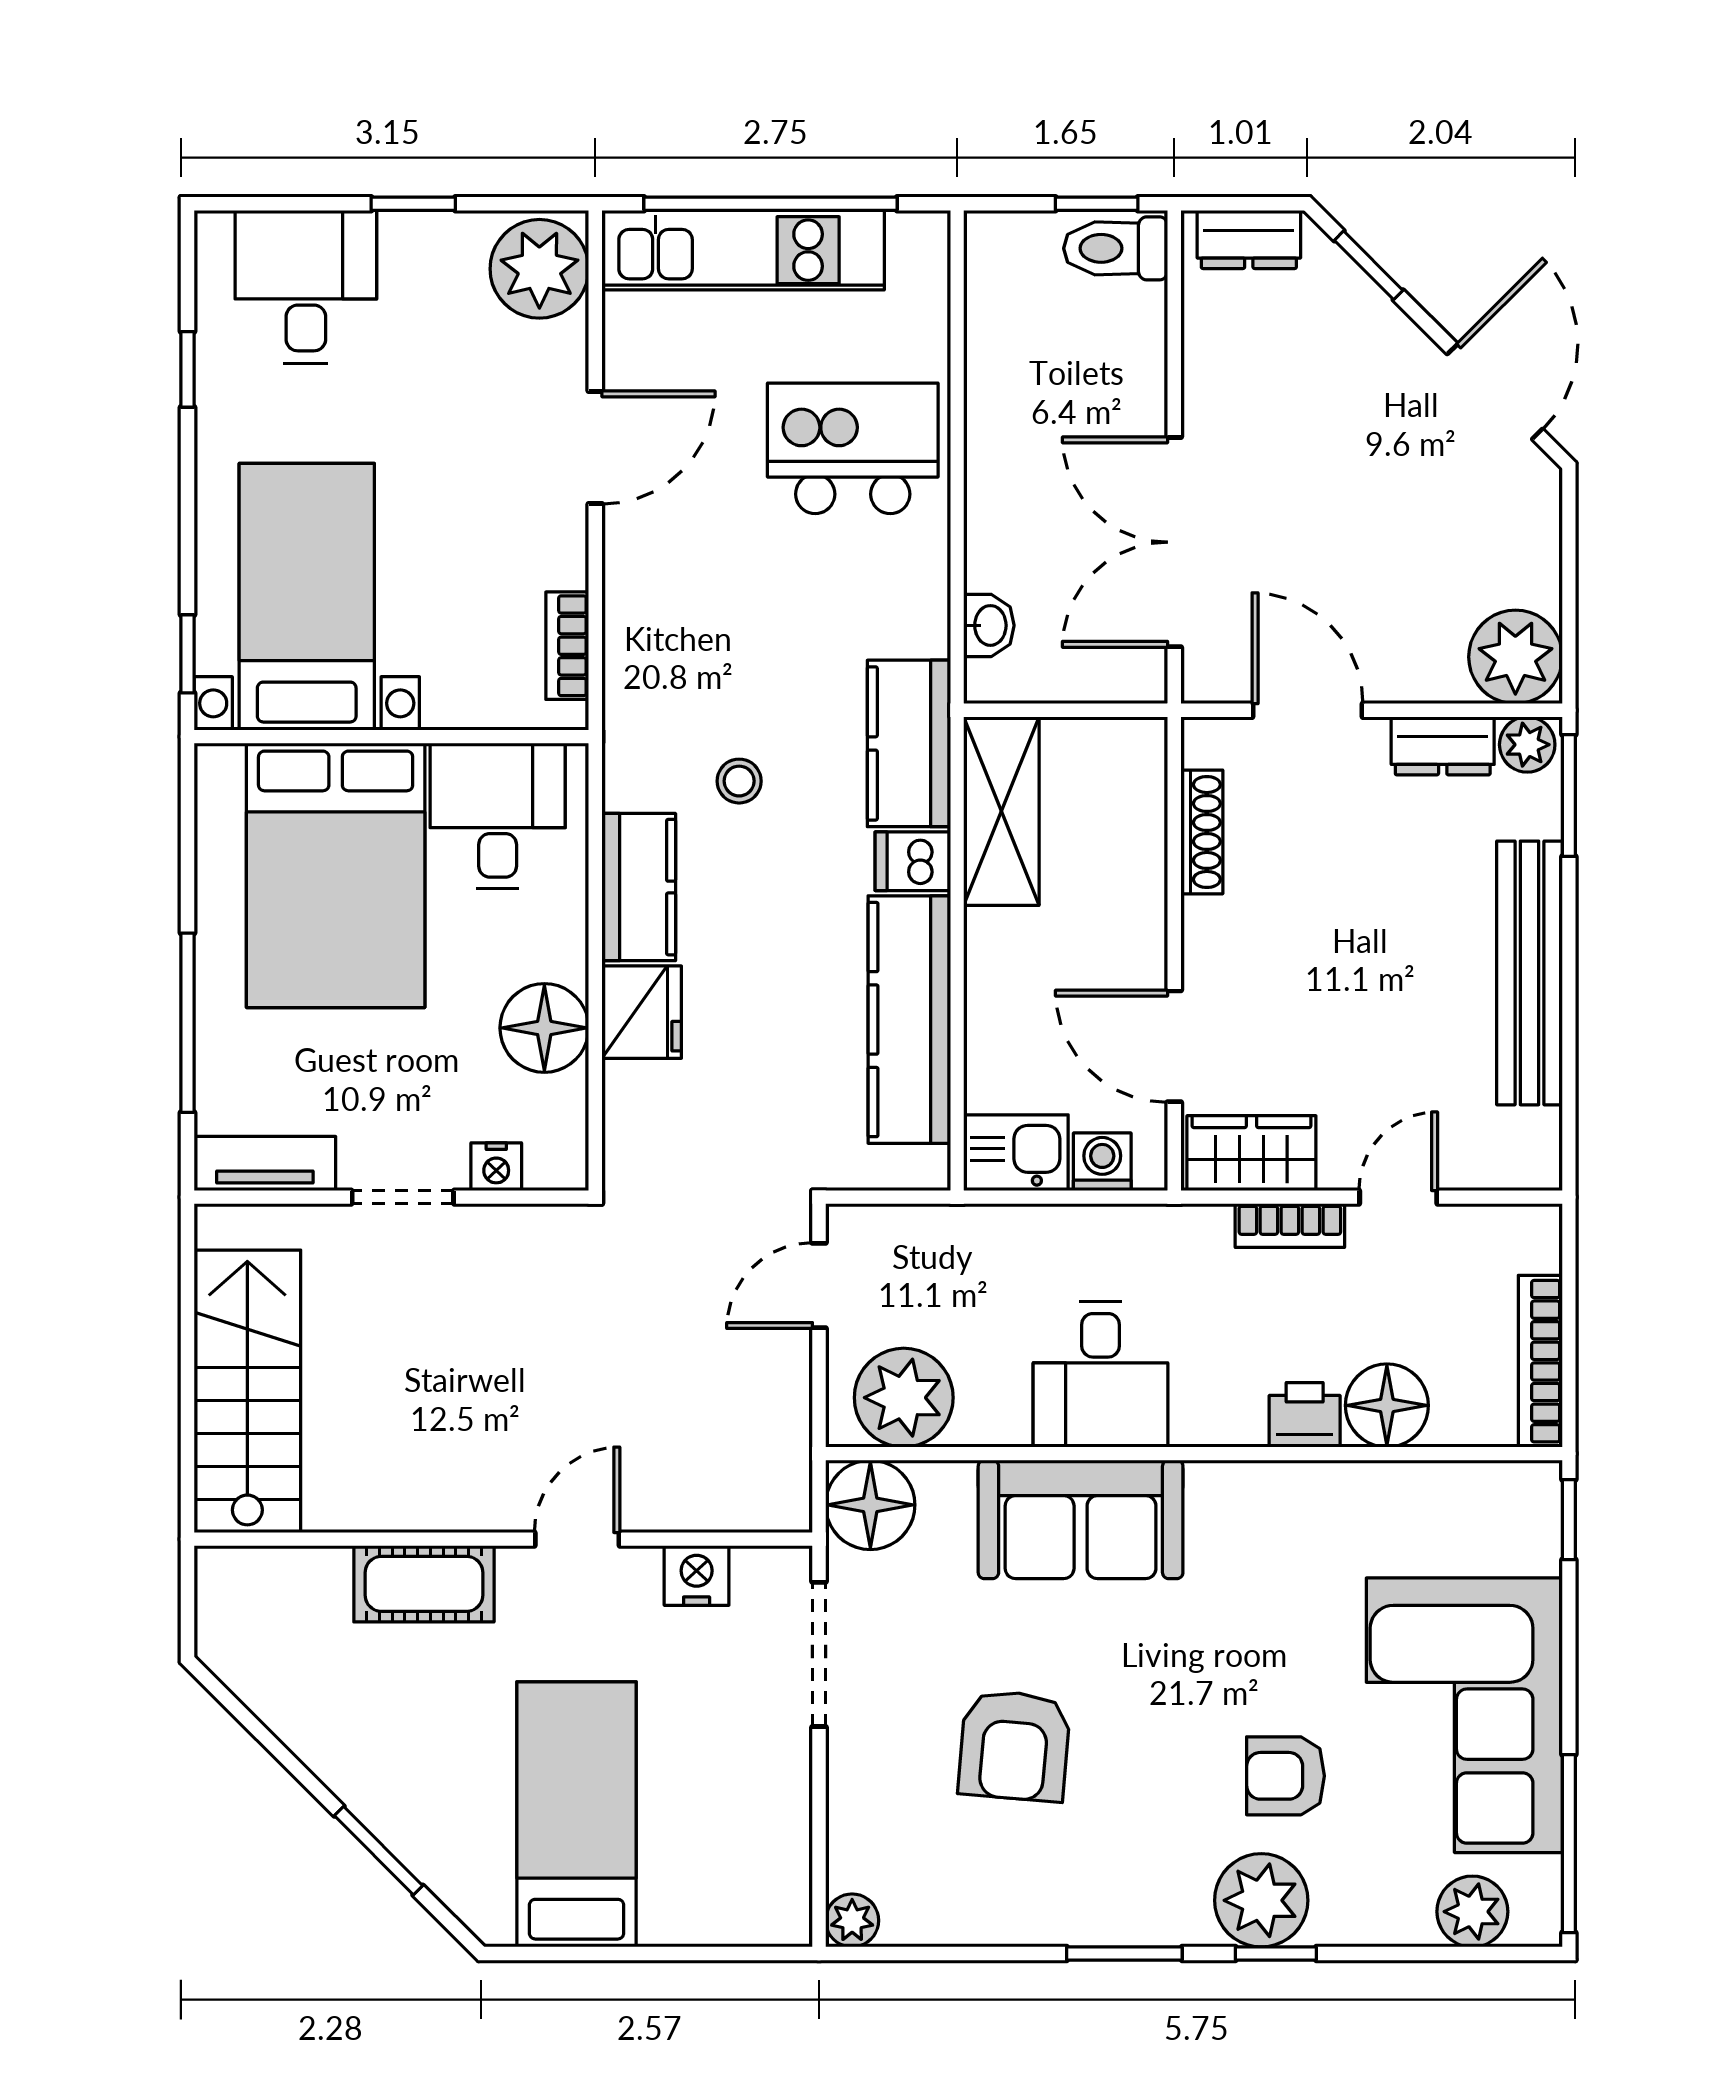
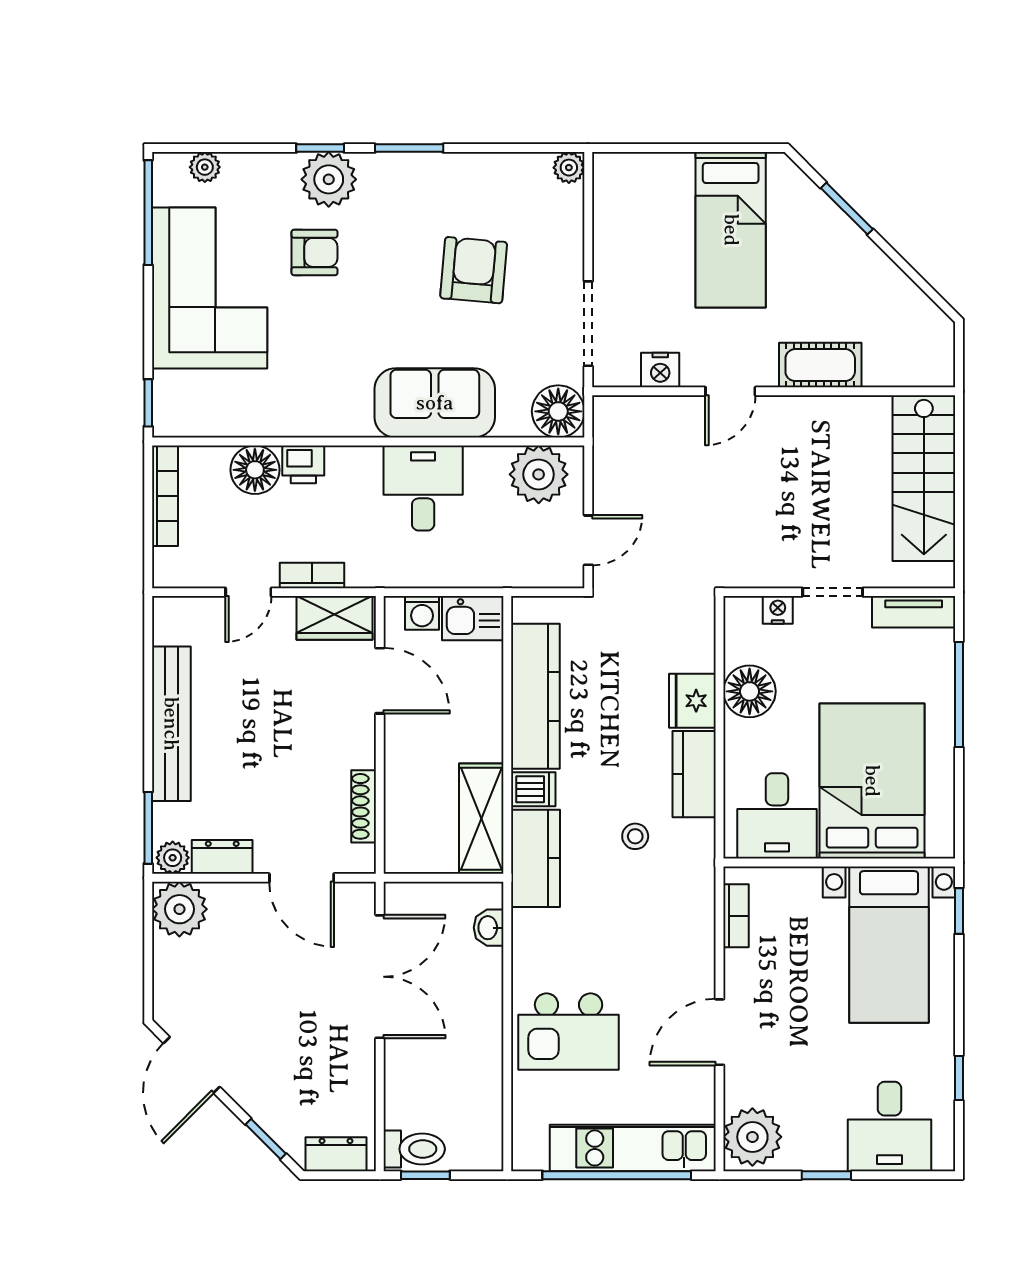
plant: (1472, 1912) -> (205, 167), width x0.73, depth x0.73

